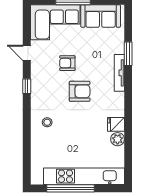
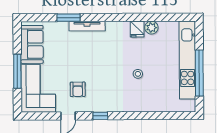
armchair: (67, 63) -> (78, 89), moved
armchair: (80, 91) -> (105, 65), removed
stool: (47, 122) -> (138, 74), moved

